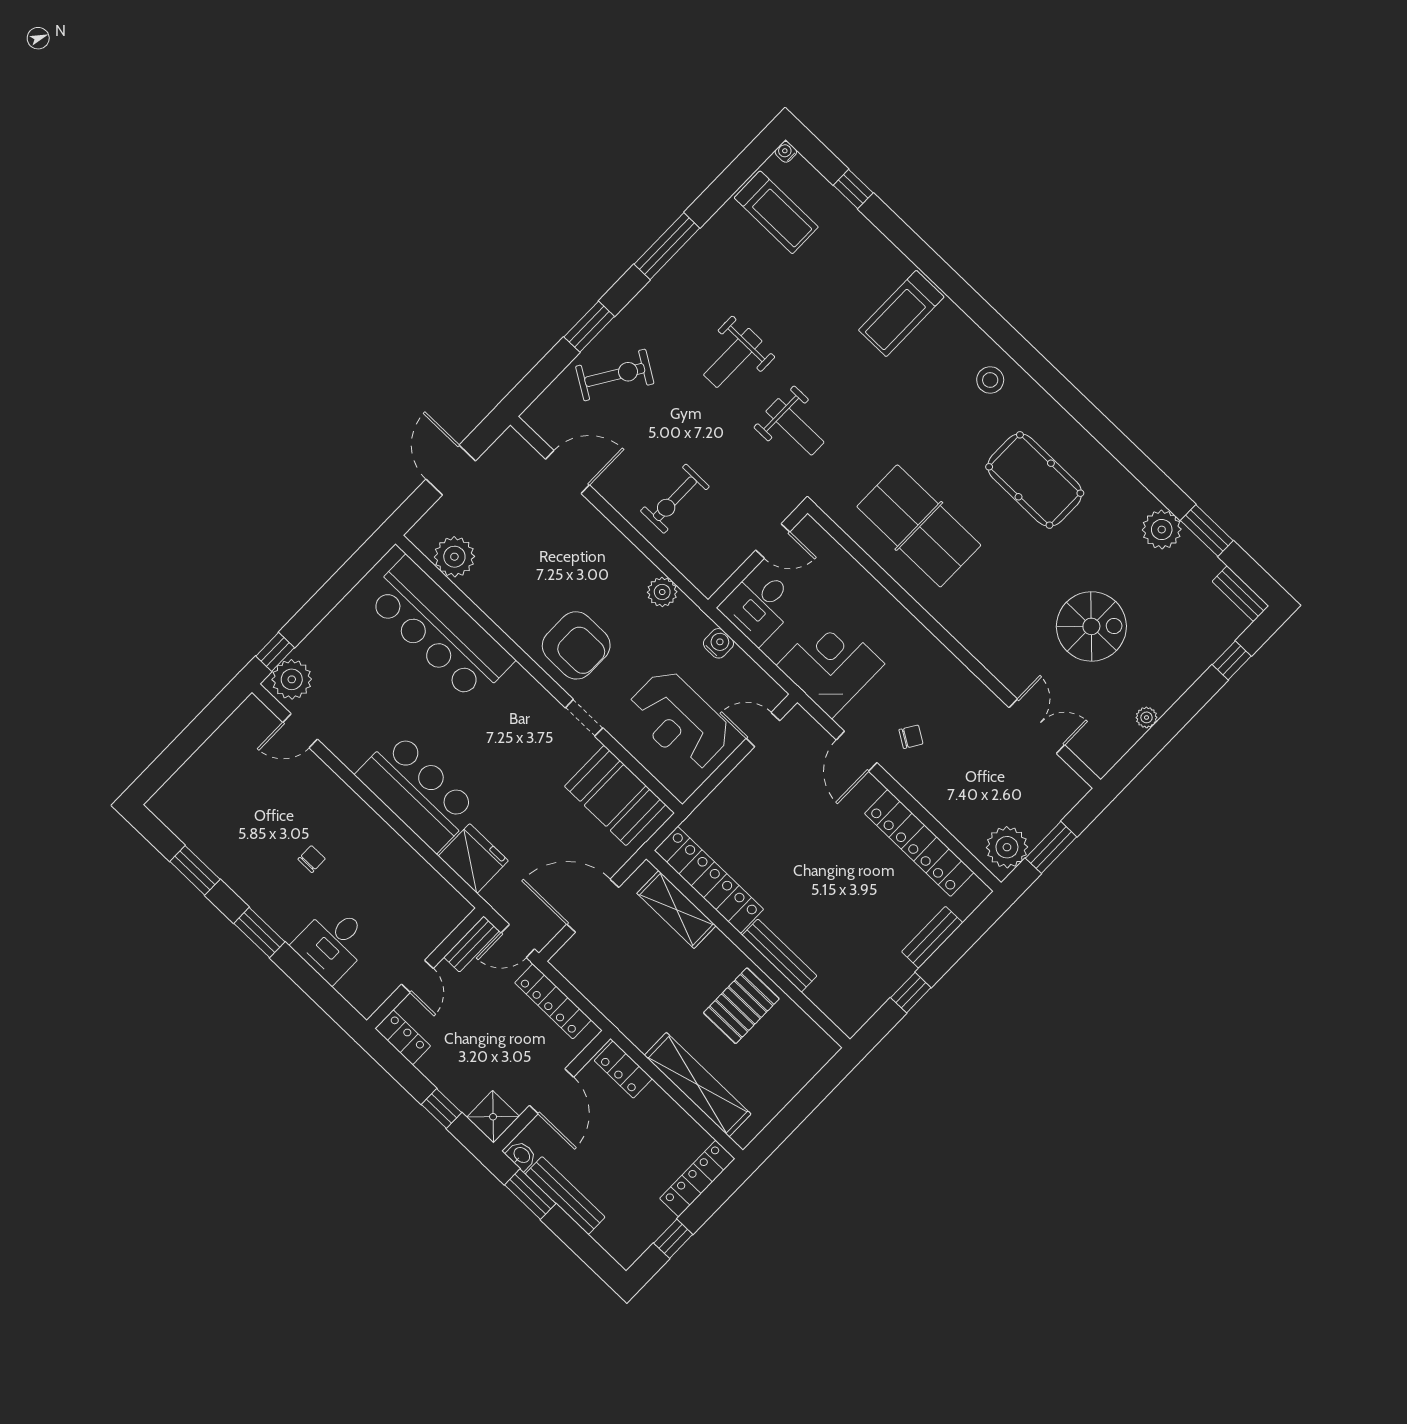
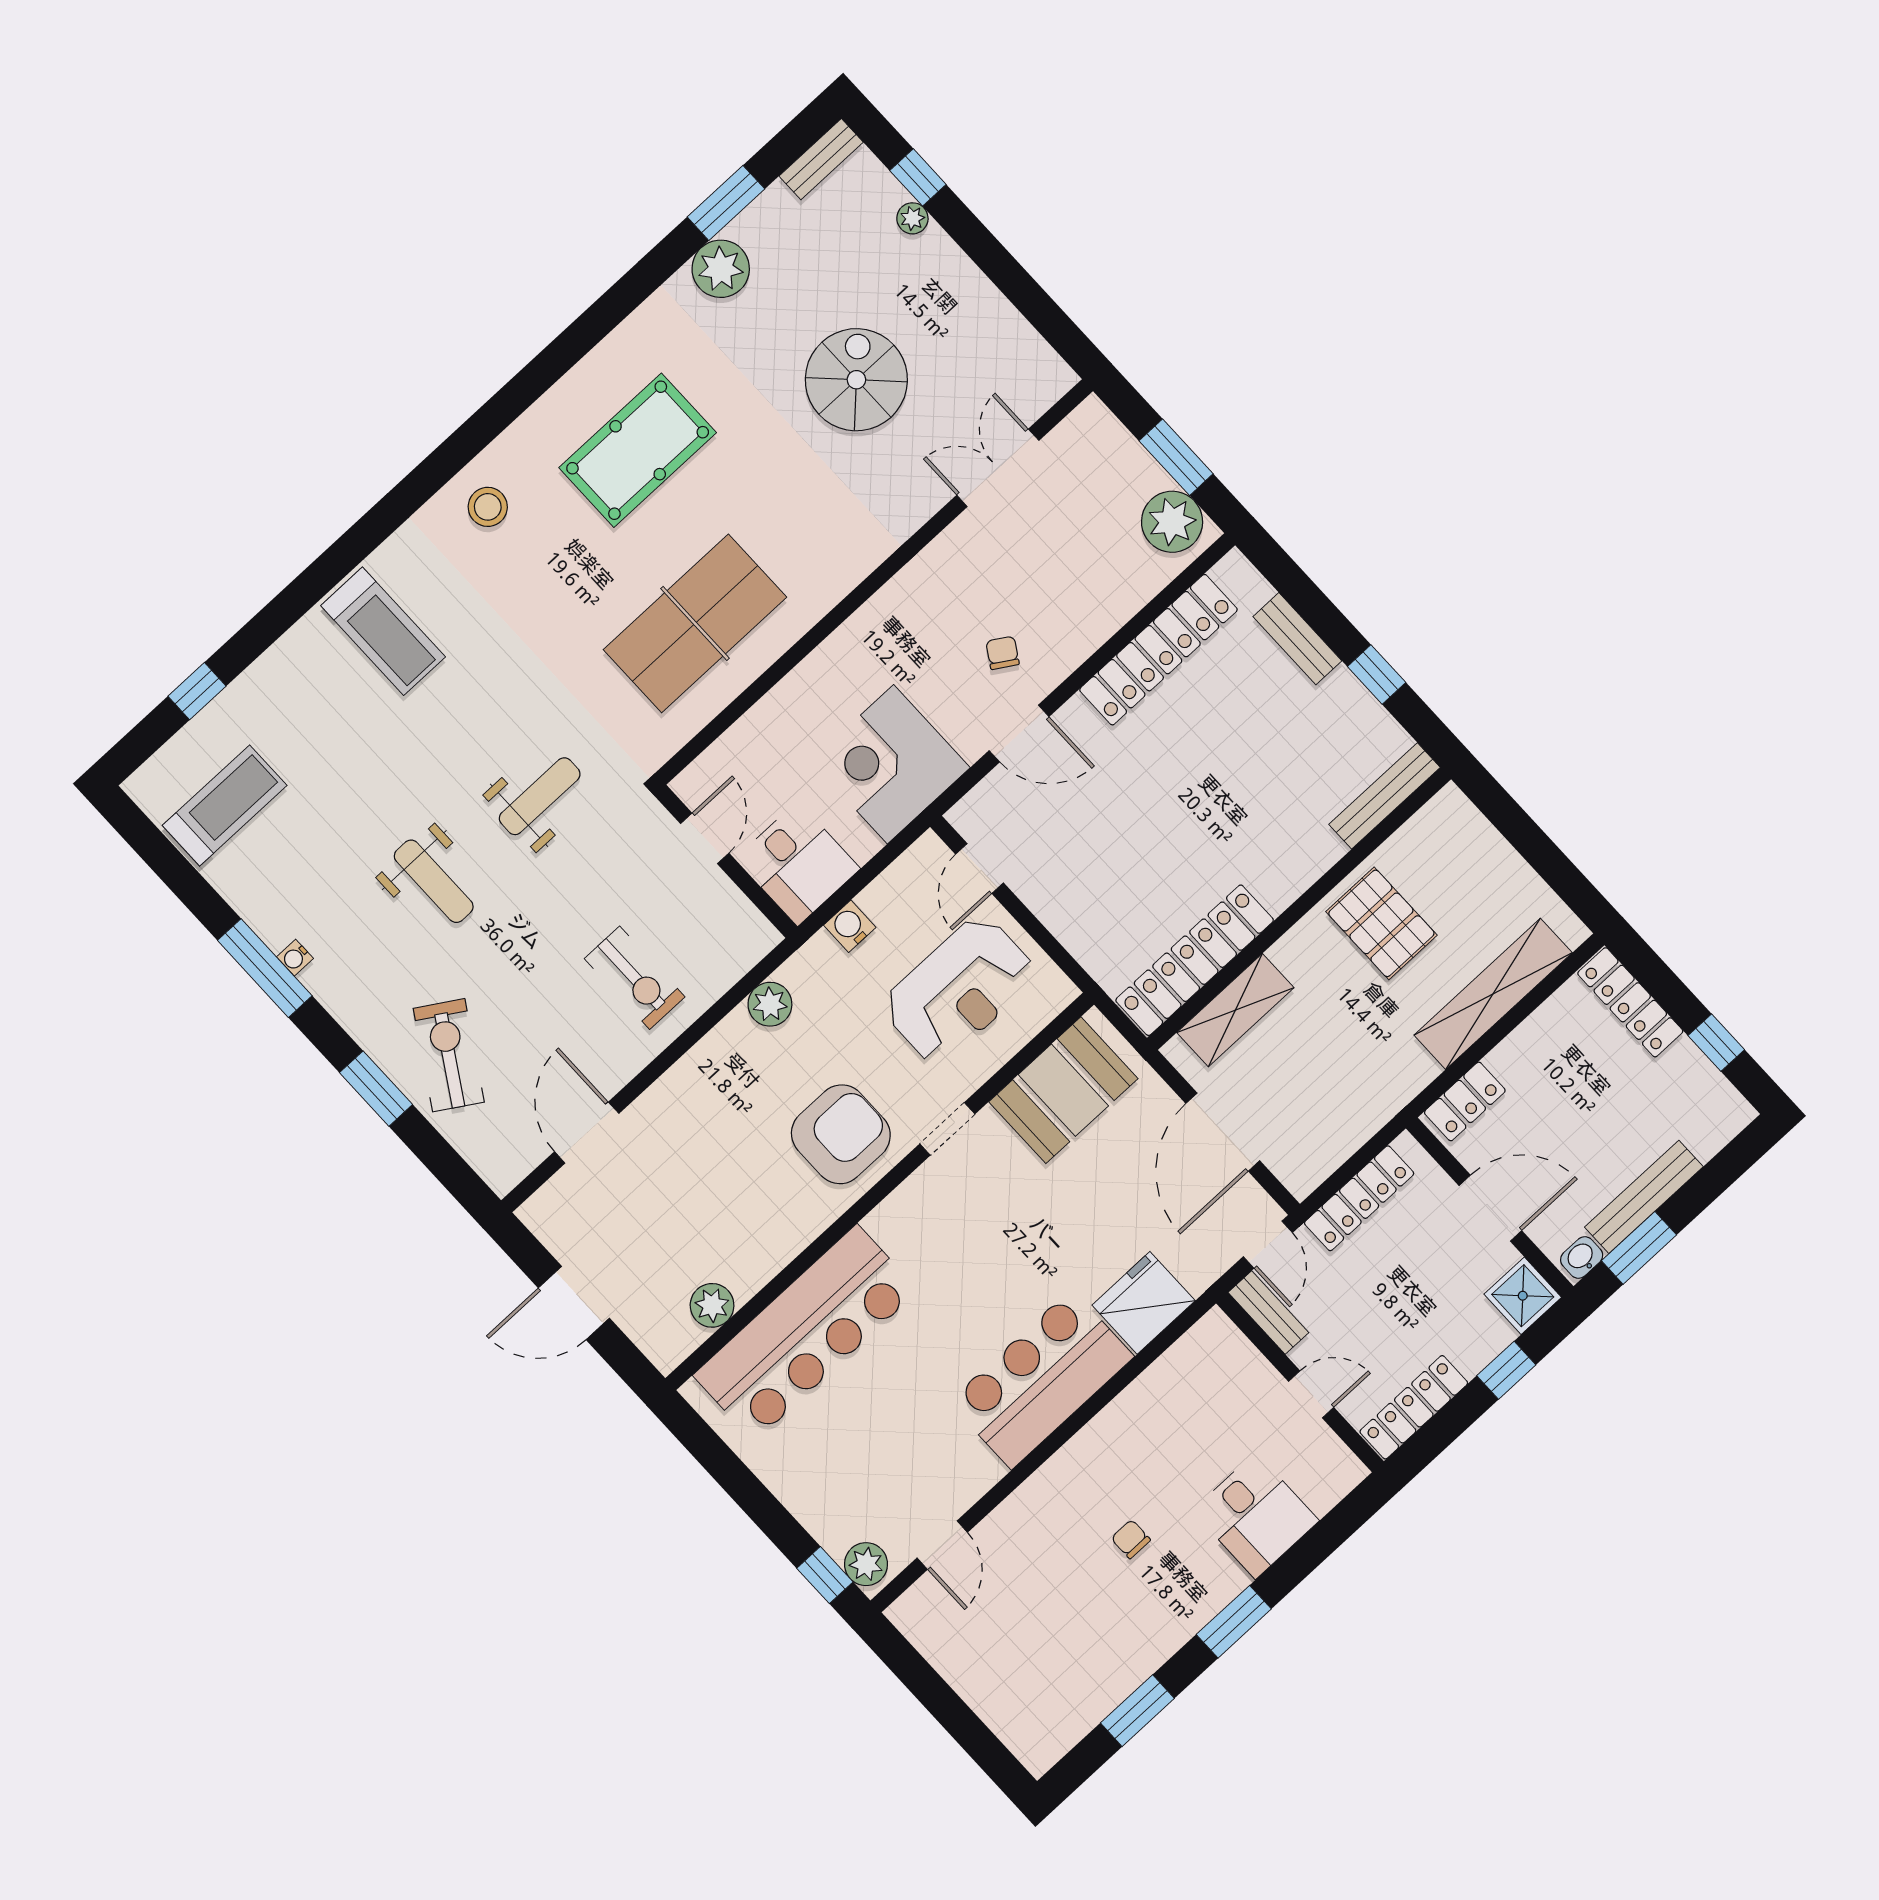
water cooler: (786, 152) -> (295, 958), moved
plant: (454, 557) -> (712, 1305), width x0.73, depth x0.73
plant: (292, 679) -> (866, 1564), width x0.73, depth x0.73
plant: (1146, 717) -> (912, 218), moved
bench: (779, 956) -> (1385, 796), moved
locker: (403, 1037) -> (1414, 1407), width x1.53

